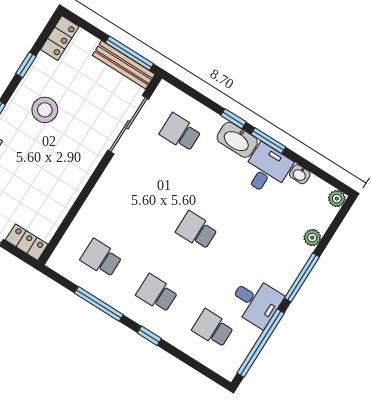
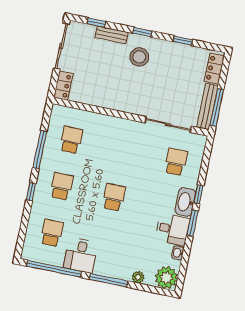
locker: (60, 38) -> (214, 69), moved, turned 90
stool: (45, 110) -> (139, 57), moved
plant: (337, 199) -> (166, 278), width x1.87, depth x1.87

